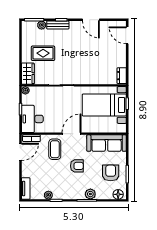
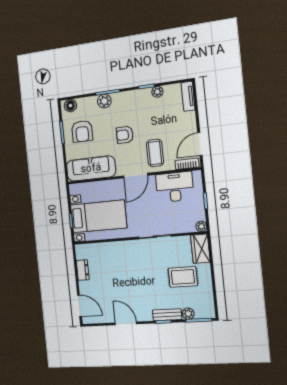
dresser: (122, 76) -> (83, 270), moved
desk: (32, 119) -> (175, 187), moved, turned -90

